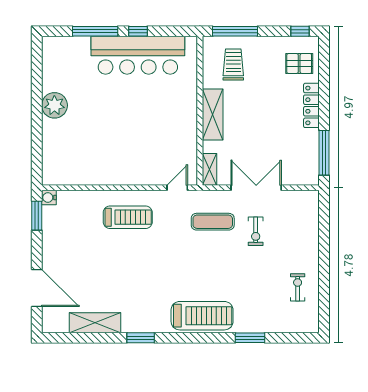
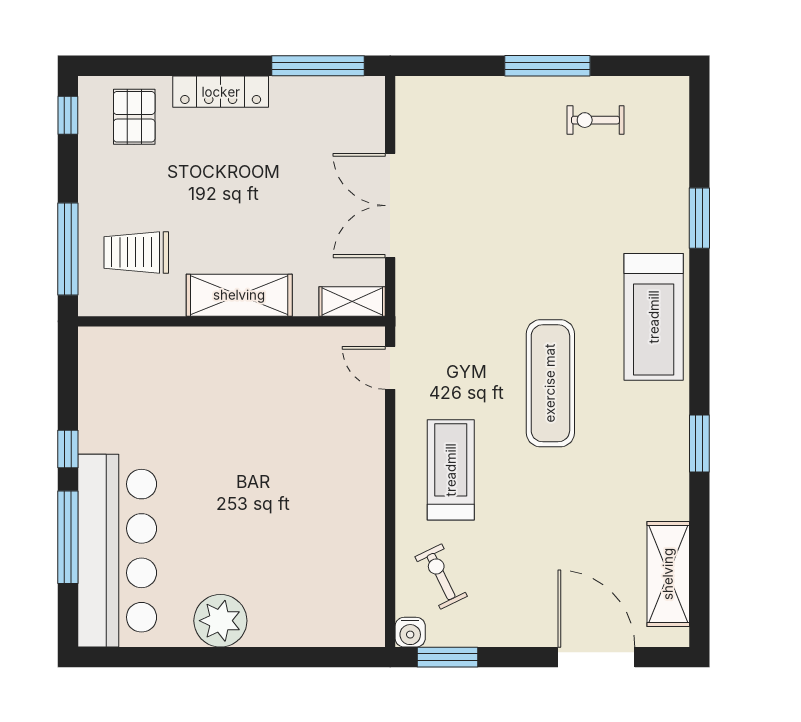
bar counter: (138, 55) -> (117, 551), moved
exercise mat: (213, 222) -> (550, 383), moved, width x1.36, depth x1.45
exercise bike: (256, 231) -> (441, 577), moved, turned -116
window: (324, 264) -> (547, 66), added
door: (37, 288) -> (596, 657), hinge flipped
treadmill: (202, 316) -> (654, 317), turned 180
shelving: (95, 323) -> (668, 574), moved

